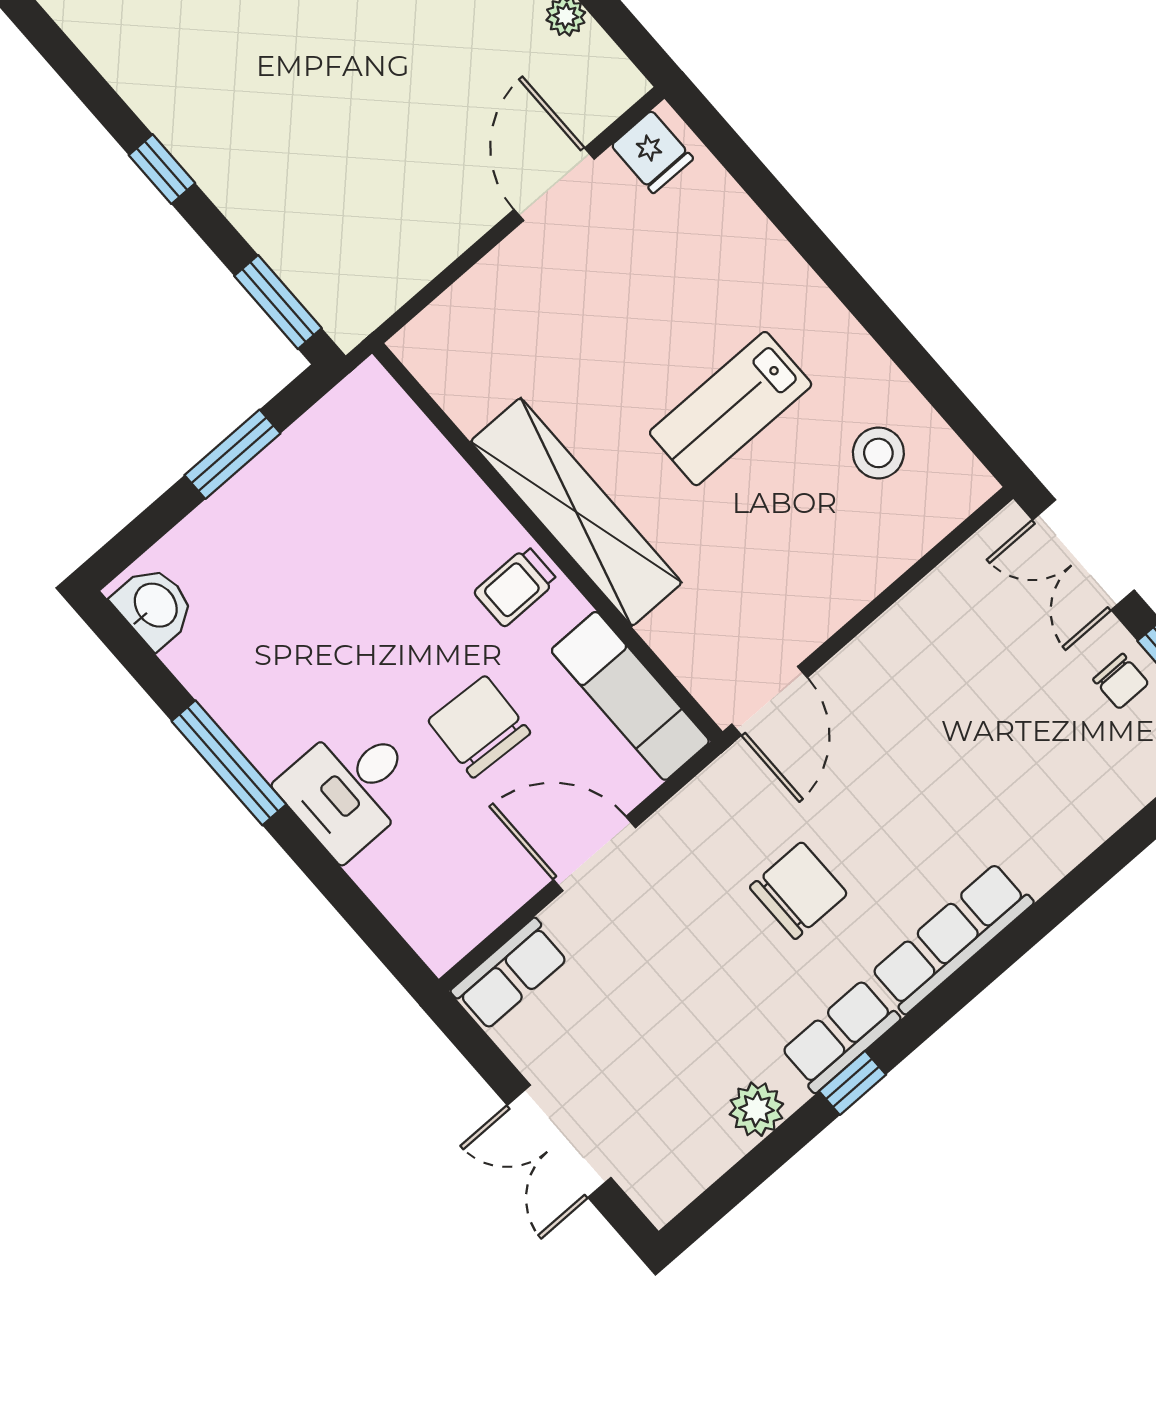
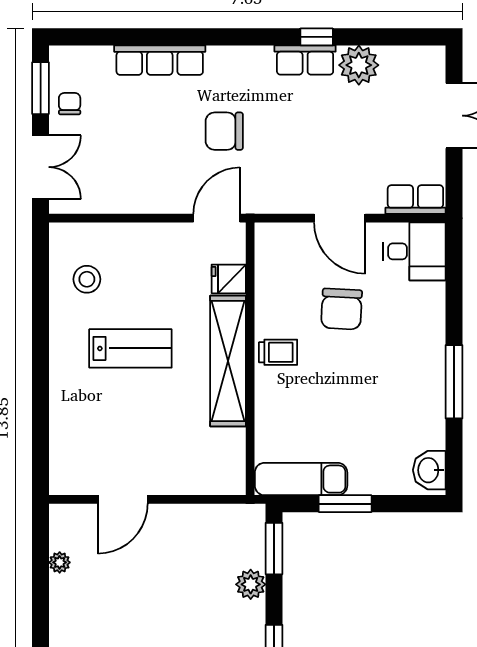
fridge: (652, 152) -> (229, 279), moved, turned -90
plant: (267, 222) -> (251, 584), added
exam couch: (630, 696) -> (301, 479), moved, turned -90
desk: (350, 788) -> (414, 251), moved
chair: (798, 890) -> (224, 131), moved
row of seats: (952, 938) -> (160, 60), moved
plant: (756, 1109) -> (359, 65), width x1.36, depth x1.36

